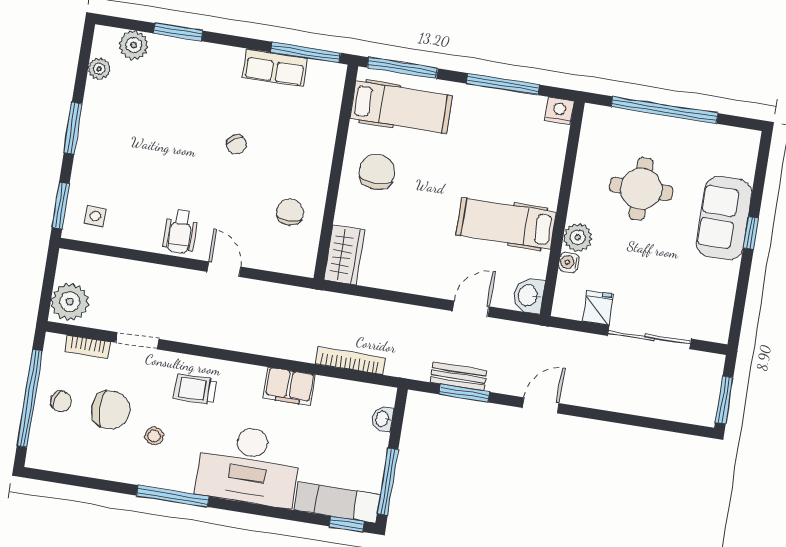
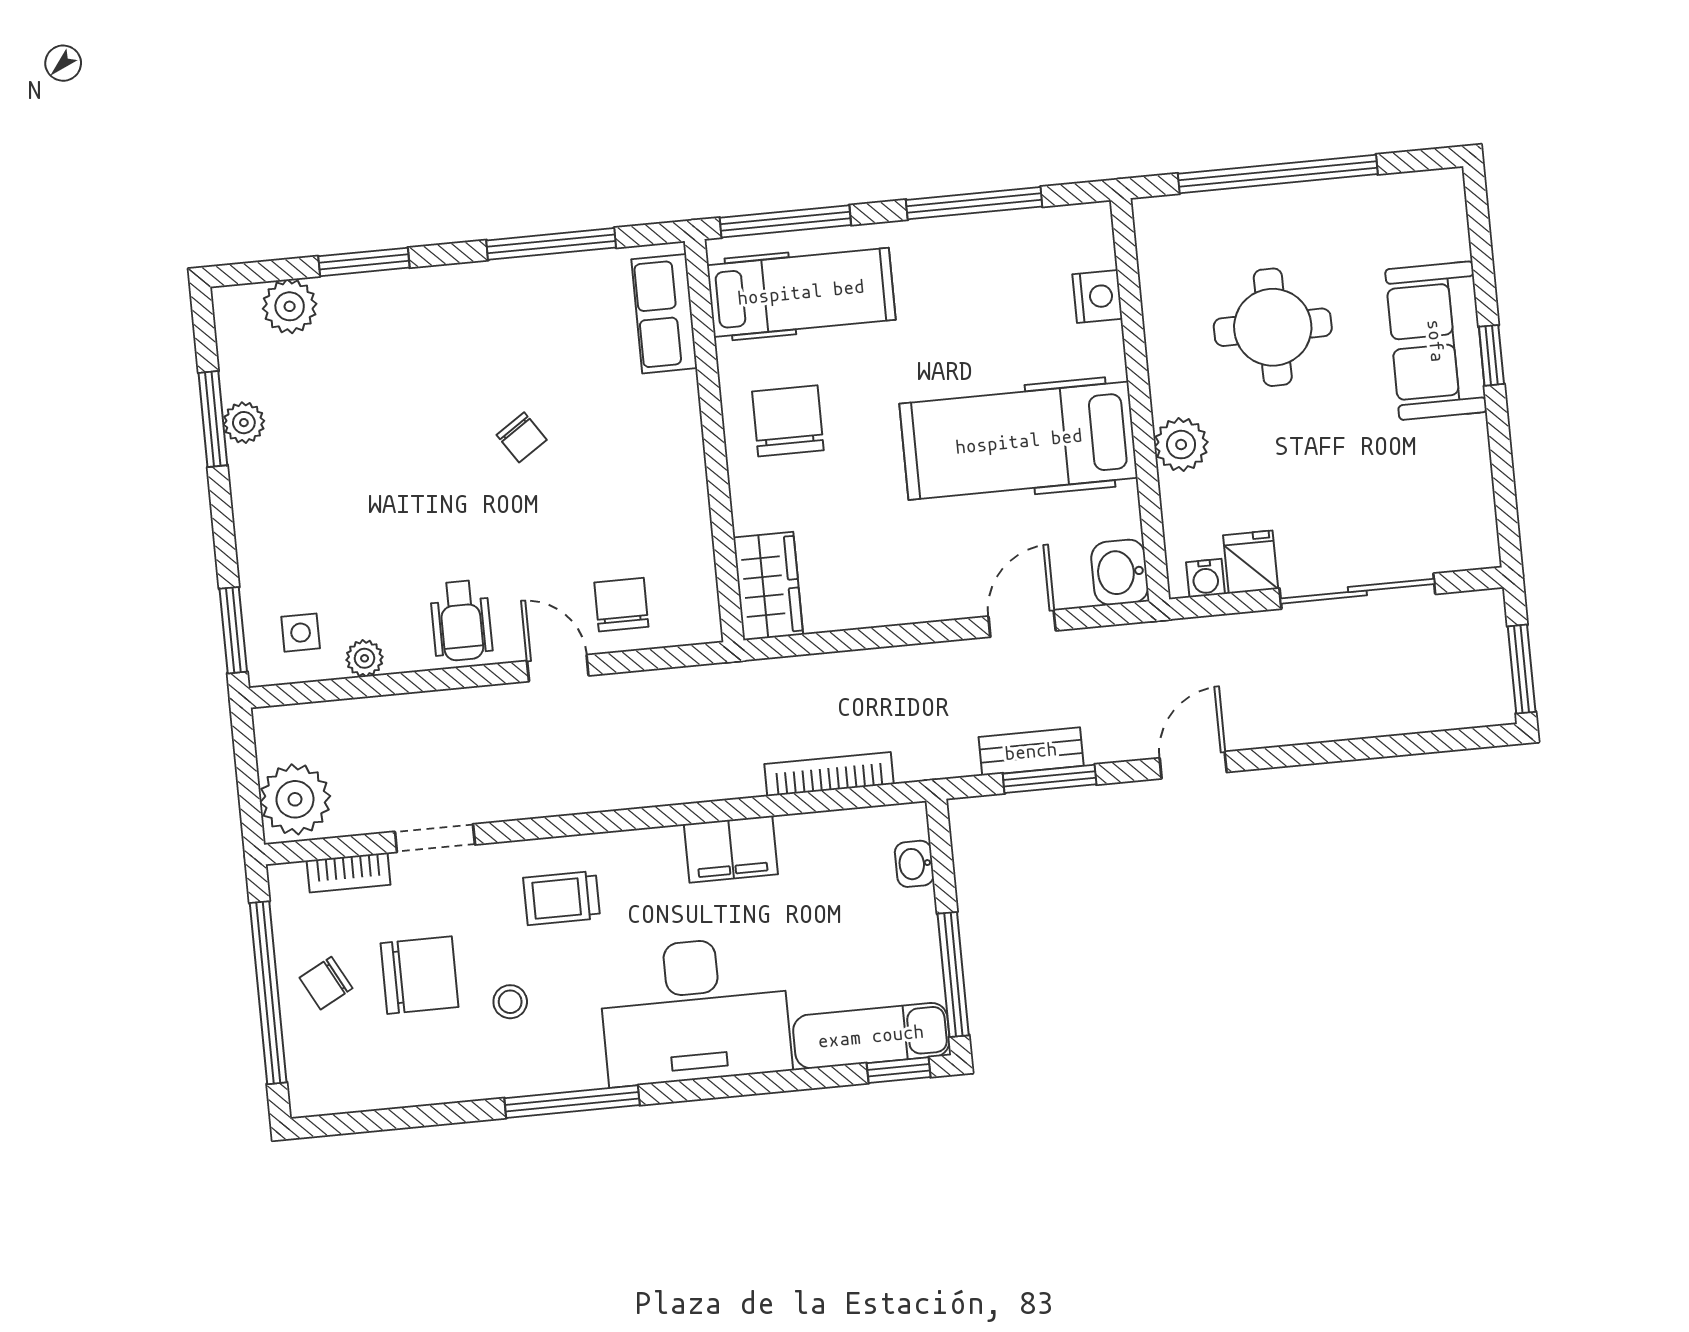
window: (306, 53) -> (551, 244), moved
row of seats: (275, 68) -> (664, 314), moved, turned 90
plant: (99, 69) -> (244, 423), moved
nightstand: (559, 111) -> (1097, 296), moved, turned 90
window: (73, 128) -> (213, 419), moved
chair: (290, 212) -> (621, 605), moved
hospital bed: (506, 223) -> (1019, 441), width x1.37, depth x1.29
plant: (125, 238) -> (365, 658), added
water cooler: (569, 262) -> (1205, 578), moved, turned -90
chair: (61, 401) -> (326, 983), turned 134

